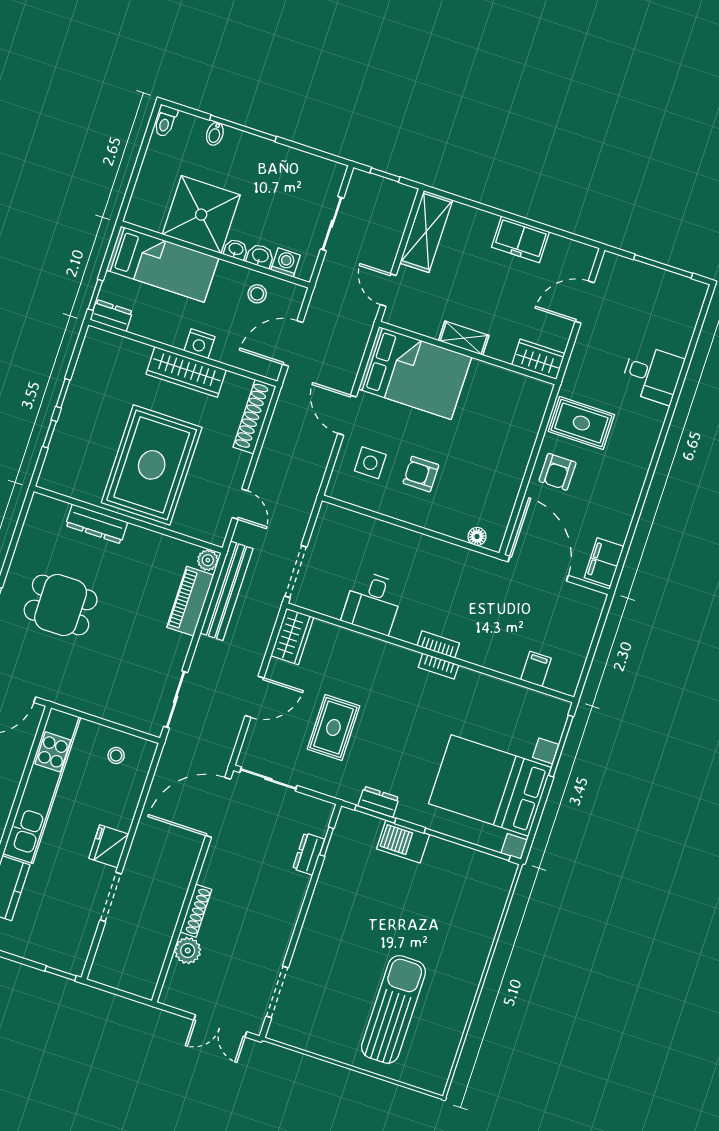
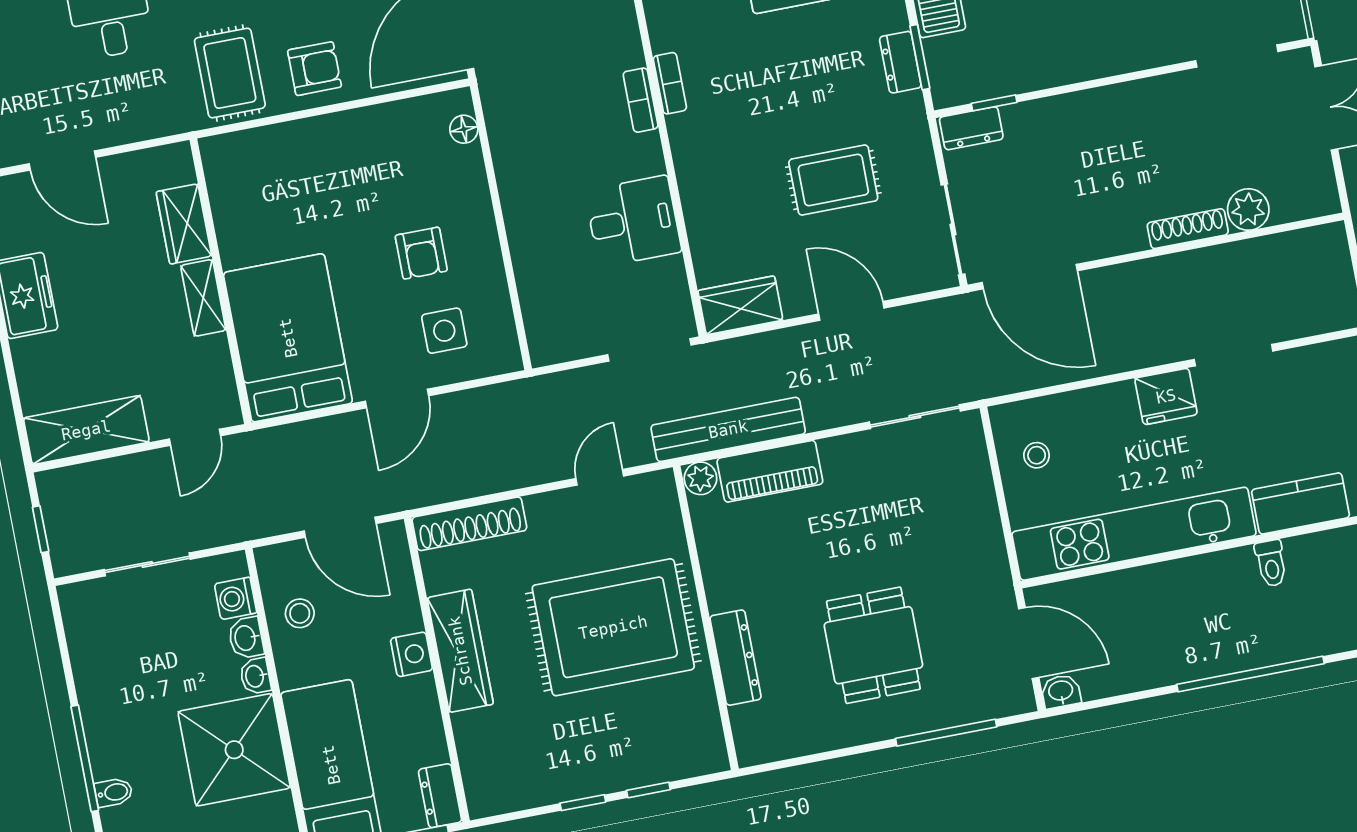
wardrobe: (538, 359) -> (184, 224), moved
dresser: (309, 854) -> (971, 128), moved

